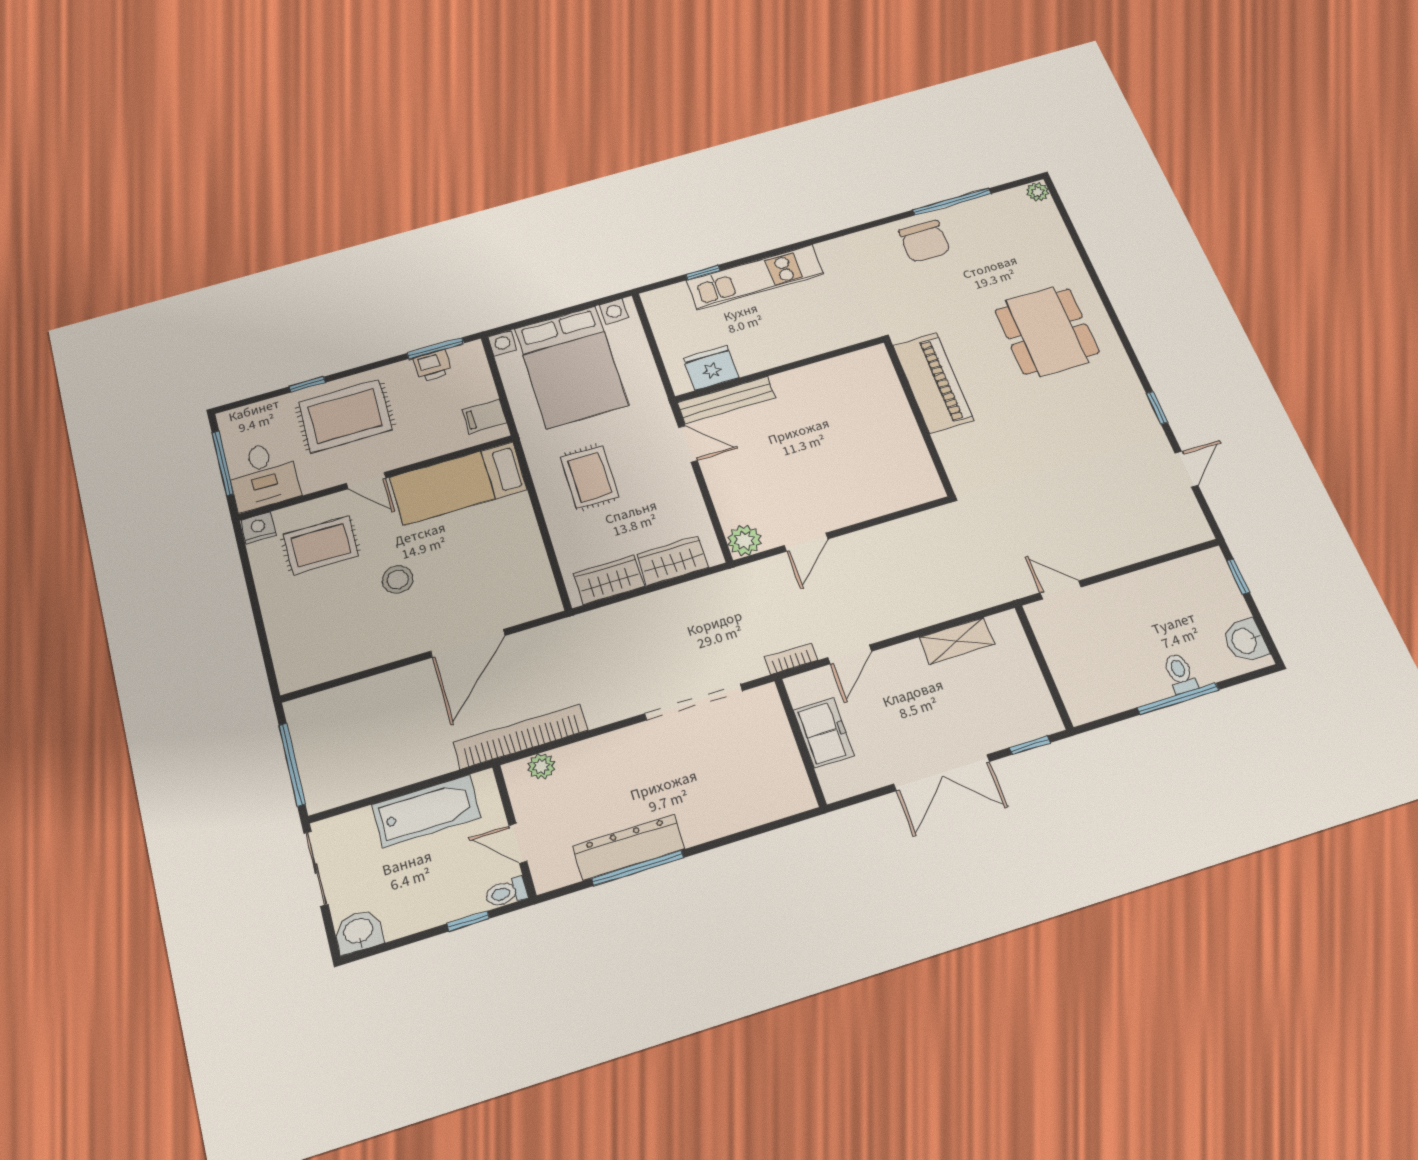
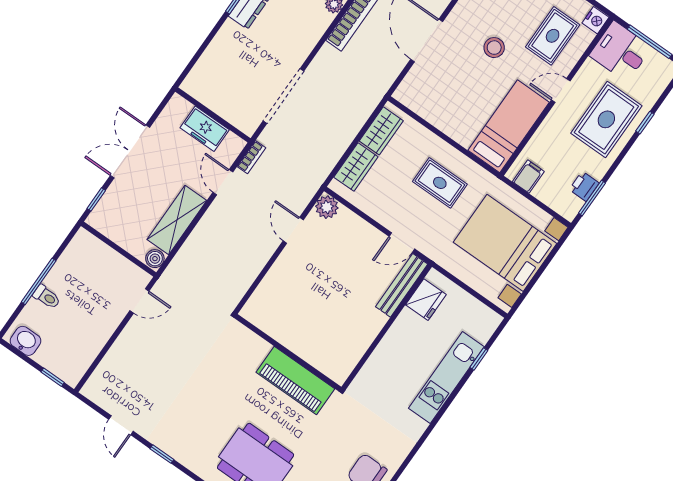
boiler: (1004, 625) -> (155, 259), added
shelving: (957, 641) -> (177, 220), width x1.50, depth x1.33

